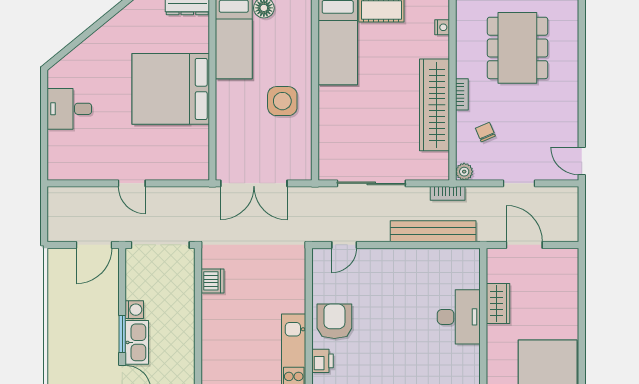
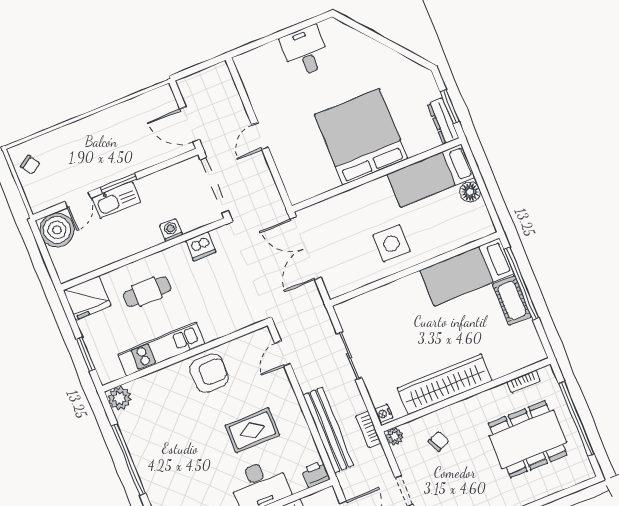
nightstand: (442, 27) -> (384, 414), moved, turned 90
bookcase: (462, 94) -> (524, 381), moved
sliding door: (371, 183) -> (349, 356), width x0.73
door: (344, 245) -> (283, 354), hinge flipped
rug: (404, 303) -> (252, 430), added
washing machine: (134, 310) -> (171, 230), moved, turned 180
cafe table: (234, 348) -> (147, 292), added
printer: (323, 361) -> (316, 474), moved, turned 180

